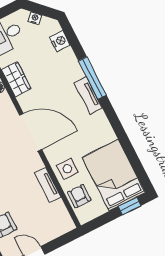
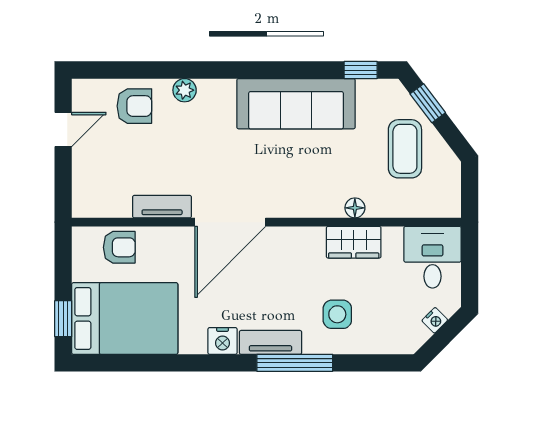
nightstand: (60, 41) -> (222, 341), moved
door: (31, 132) -> (230, 222), moved
side table: (67, 169) -> (337, 314), moved

